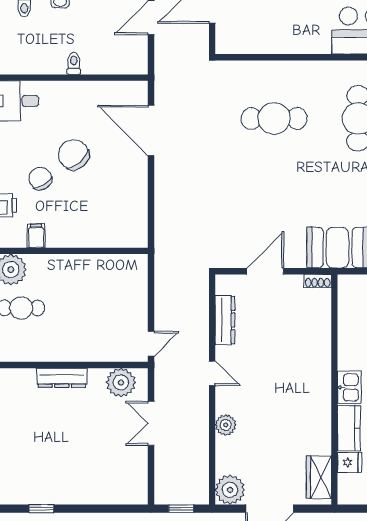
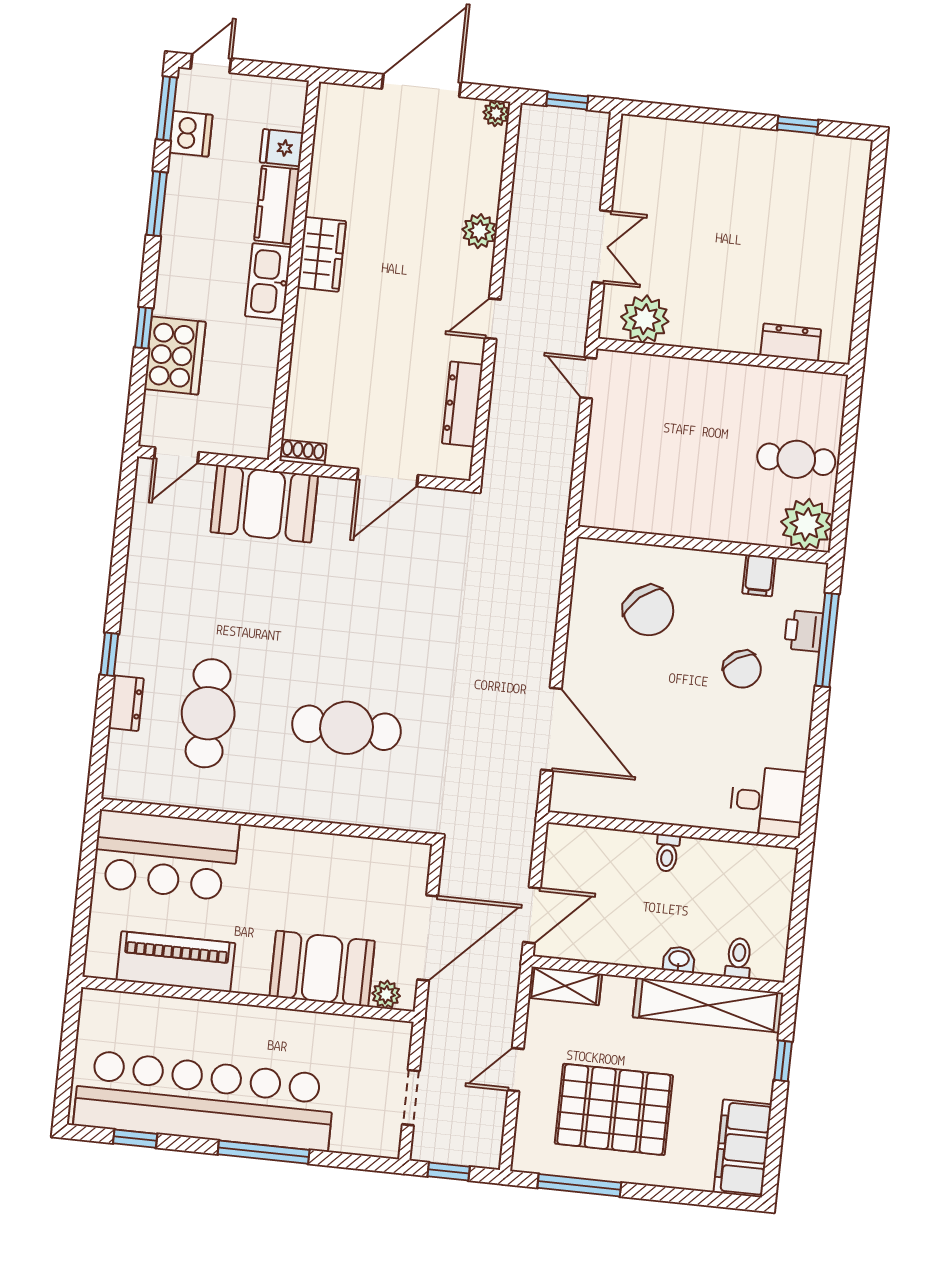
chair: (74, 155) -> (649, 611), moved
door: (151, 344) -> (588, 378), hinge flipped
door: (212, 373) -> (493, 319), hinge flipped
dresser: (62, 378) -> (791, 342), moved, width x0.70
kitchen sink: (349, 387) -> (268, 282), width x1.38
wardrobe: (319, 477) -> (322, 254), moved
plant: (230, 490) -> (496, 113), width x0.53, depth x0.53

